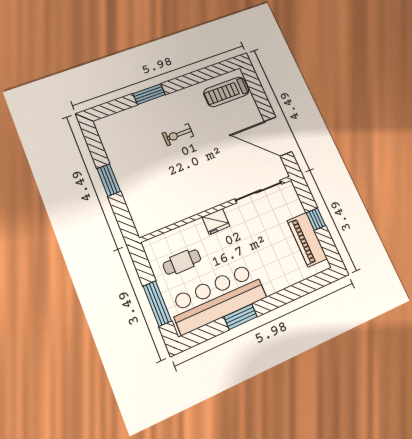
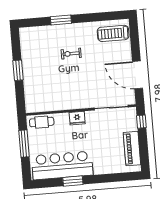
window: (316, 219) -> (141, 122), moved
cafe table: (182, 262) -> (42, 122), moved
window: (157, 303) -> (24, 144), moved

